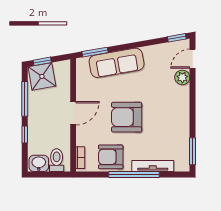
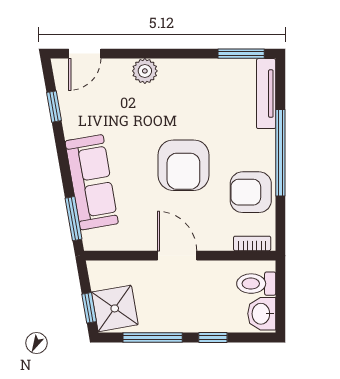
window: (177, 38) -> (54, 107), moved
door: (193, 59) -> (85, 54), hinge flipped
plant: (182, 77) -> (145, 71), moved
armchair: (111, 157) -> (251, 192), turned 90
tv unit: (153, 166) -> (266, 94), moved

